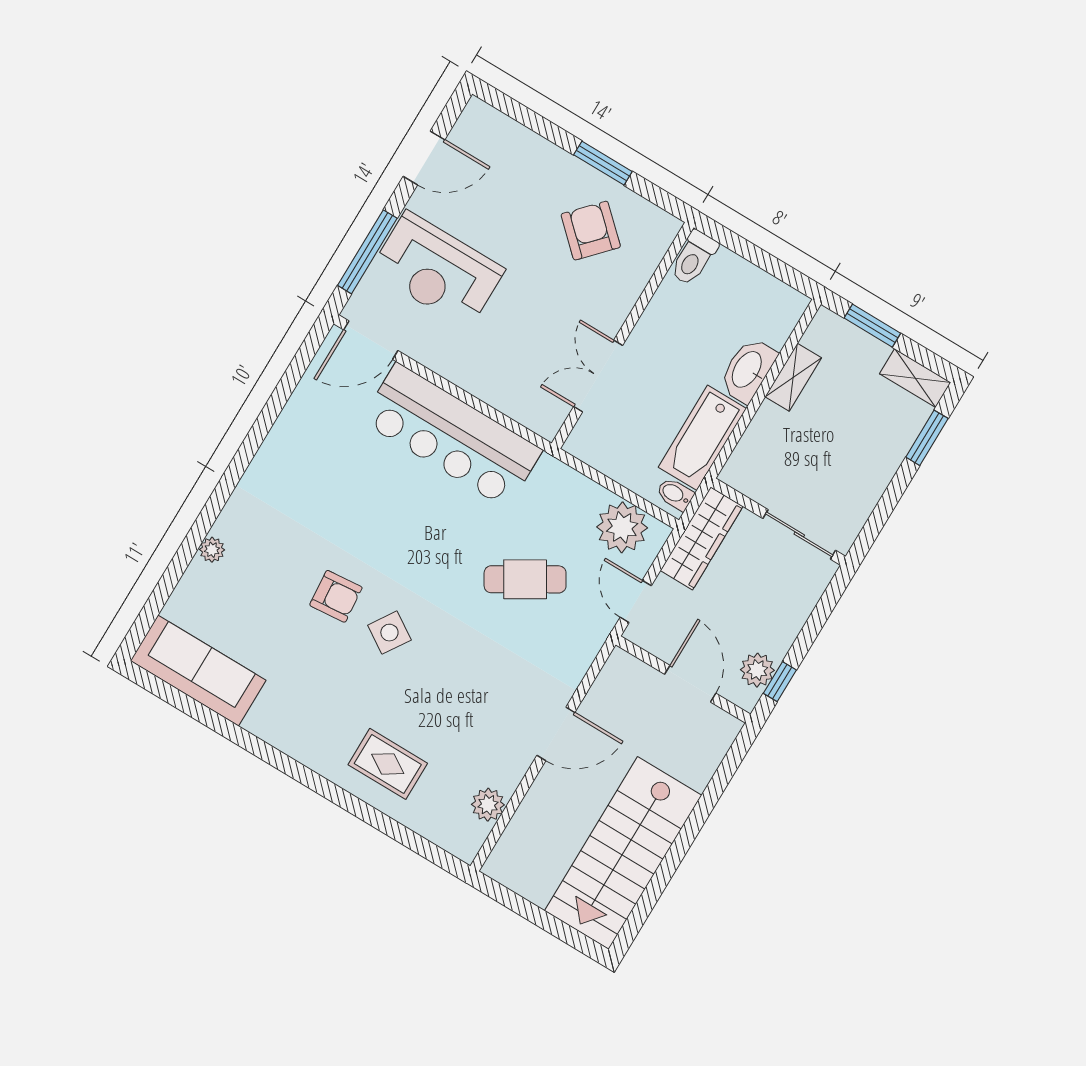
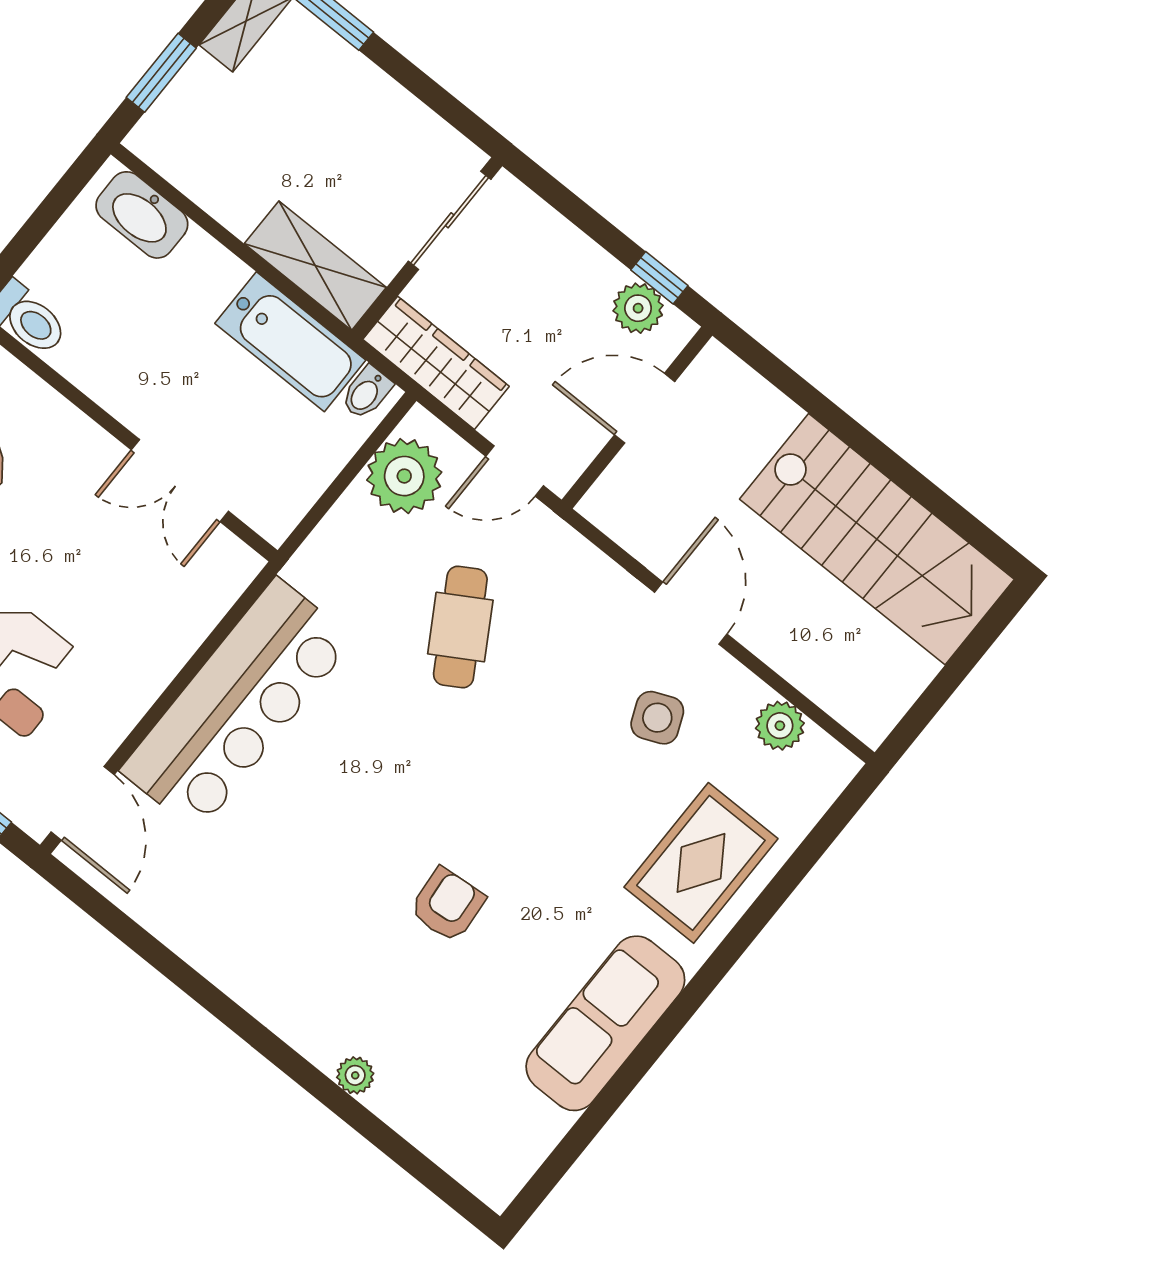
washbasin: (748, 370) -> (142, 215), moved
shelving: (793, 377) -> (315, 266), moved, width x1.50, depth x1.33
side table: (389, 633) -> (657, 718), moved, turned 34
sofa: (198, 671) -> (605, 1023), moved
rug: (388, 764) -> (701, 863), width x1.36, depth x1.43

